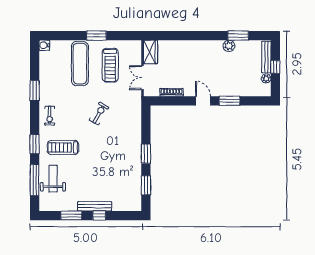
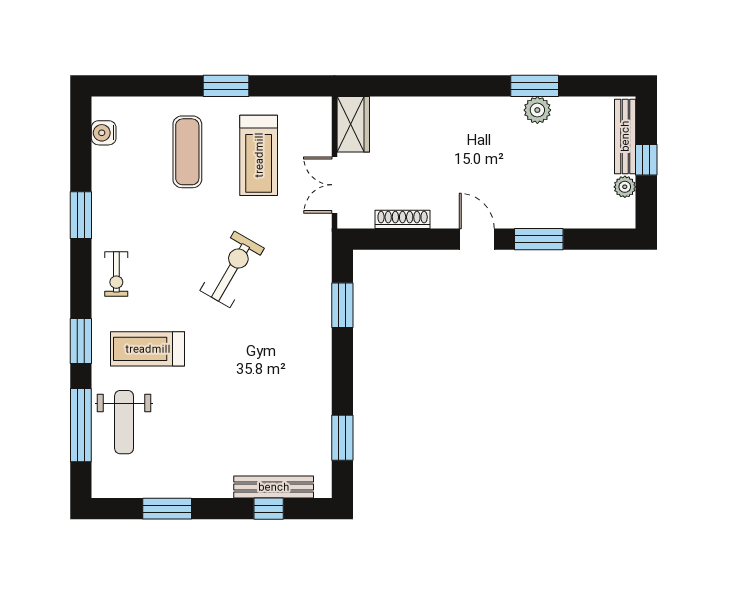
window: (238, 36) -> (535, 86), moved
water cooler: (44, 45) -> (104, 133), moved
exercise mat: (80, 64) -> (187, 152), width x0.73, depth x0.69
exercise bike: (99, 114) -> (232, 269), width x1.38, depth x1.39
window: (146, 154) -> (342, 305), moved
weight bench: (53, 179) -> (124, 422), turned 180
bench: (95, 206) -> (274, 487), moved
window: (99, 216) -> (269, 509), moved

